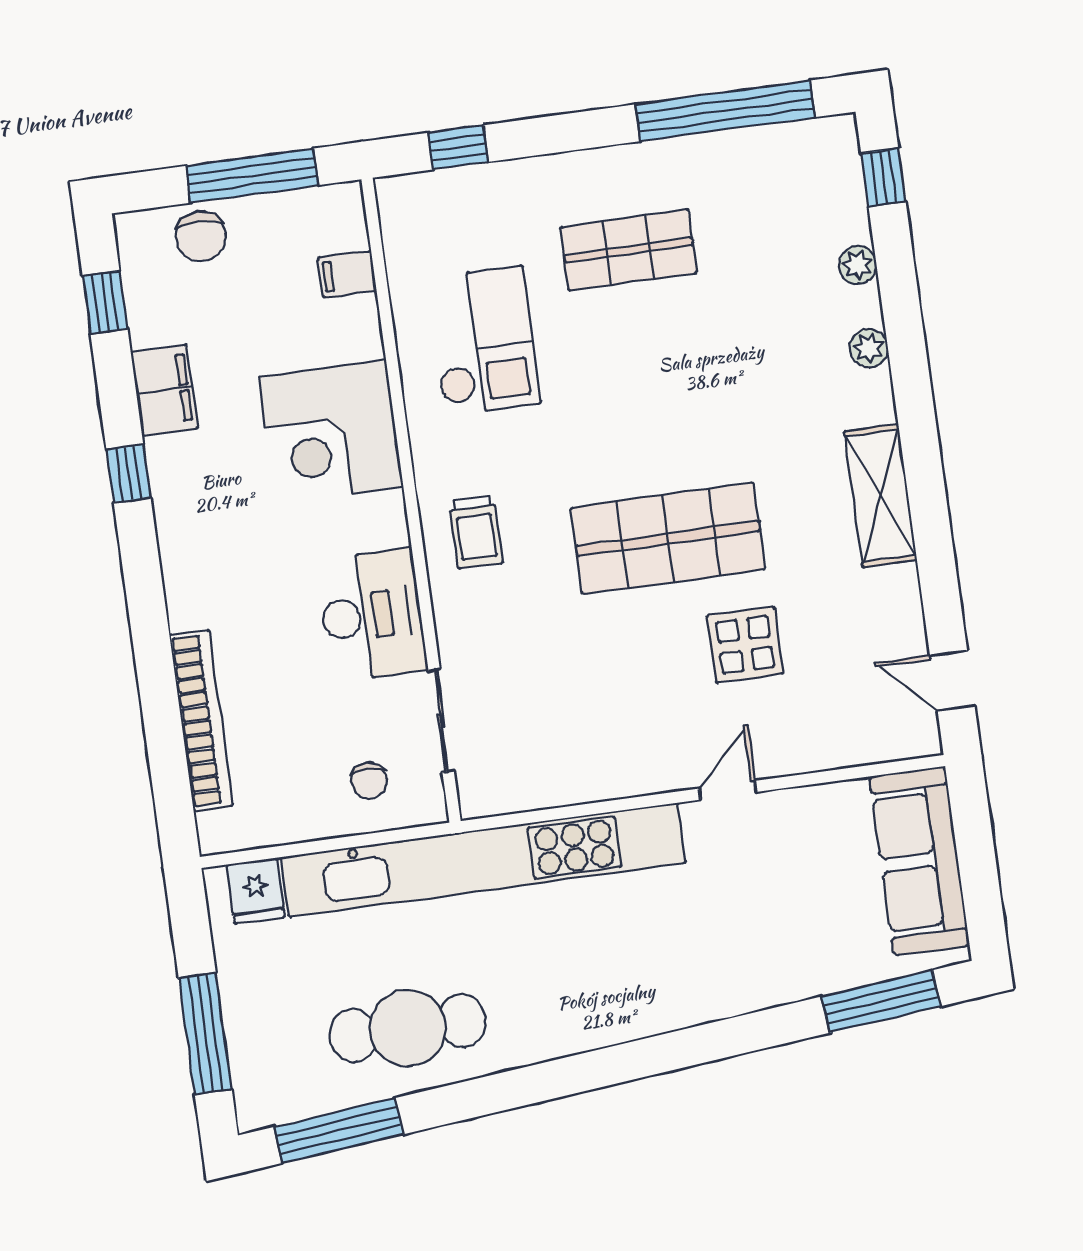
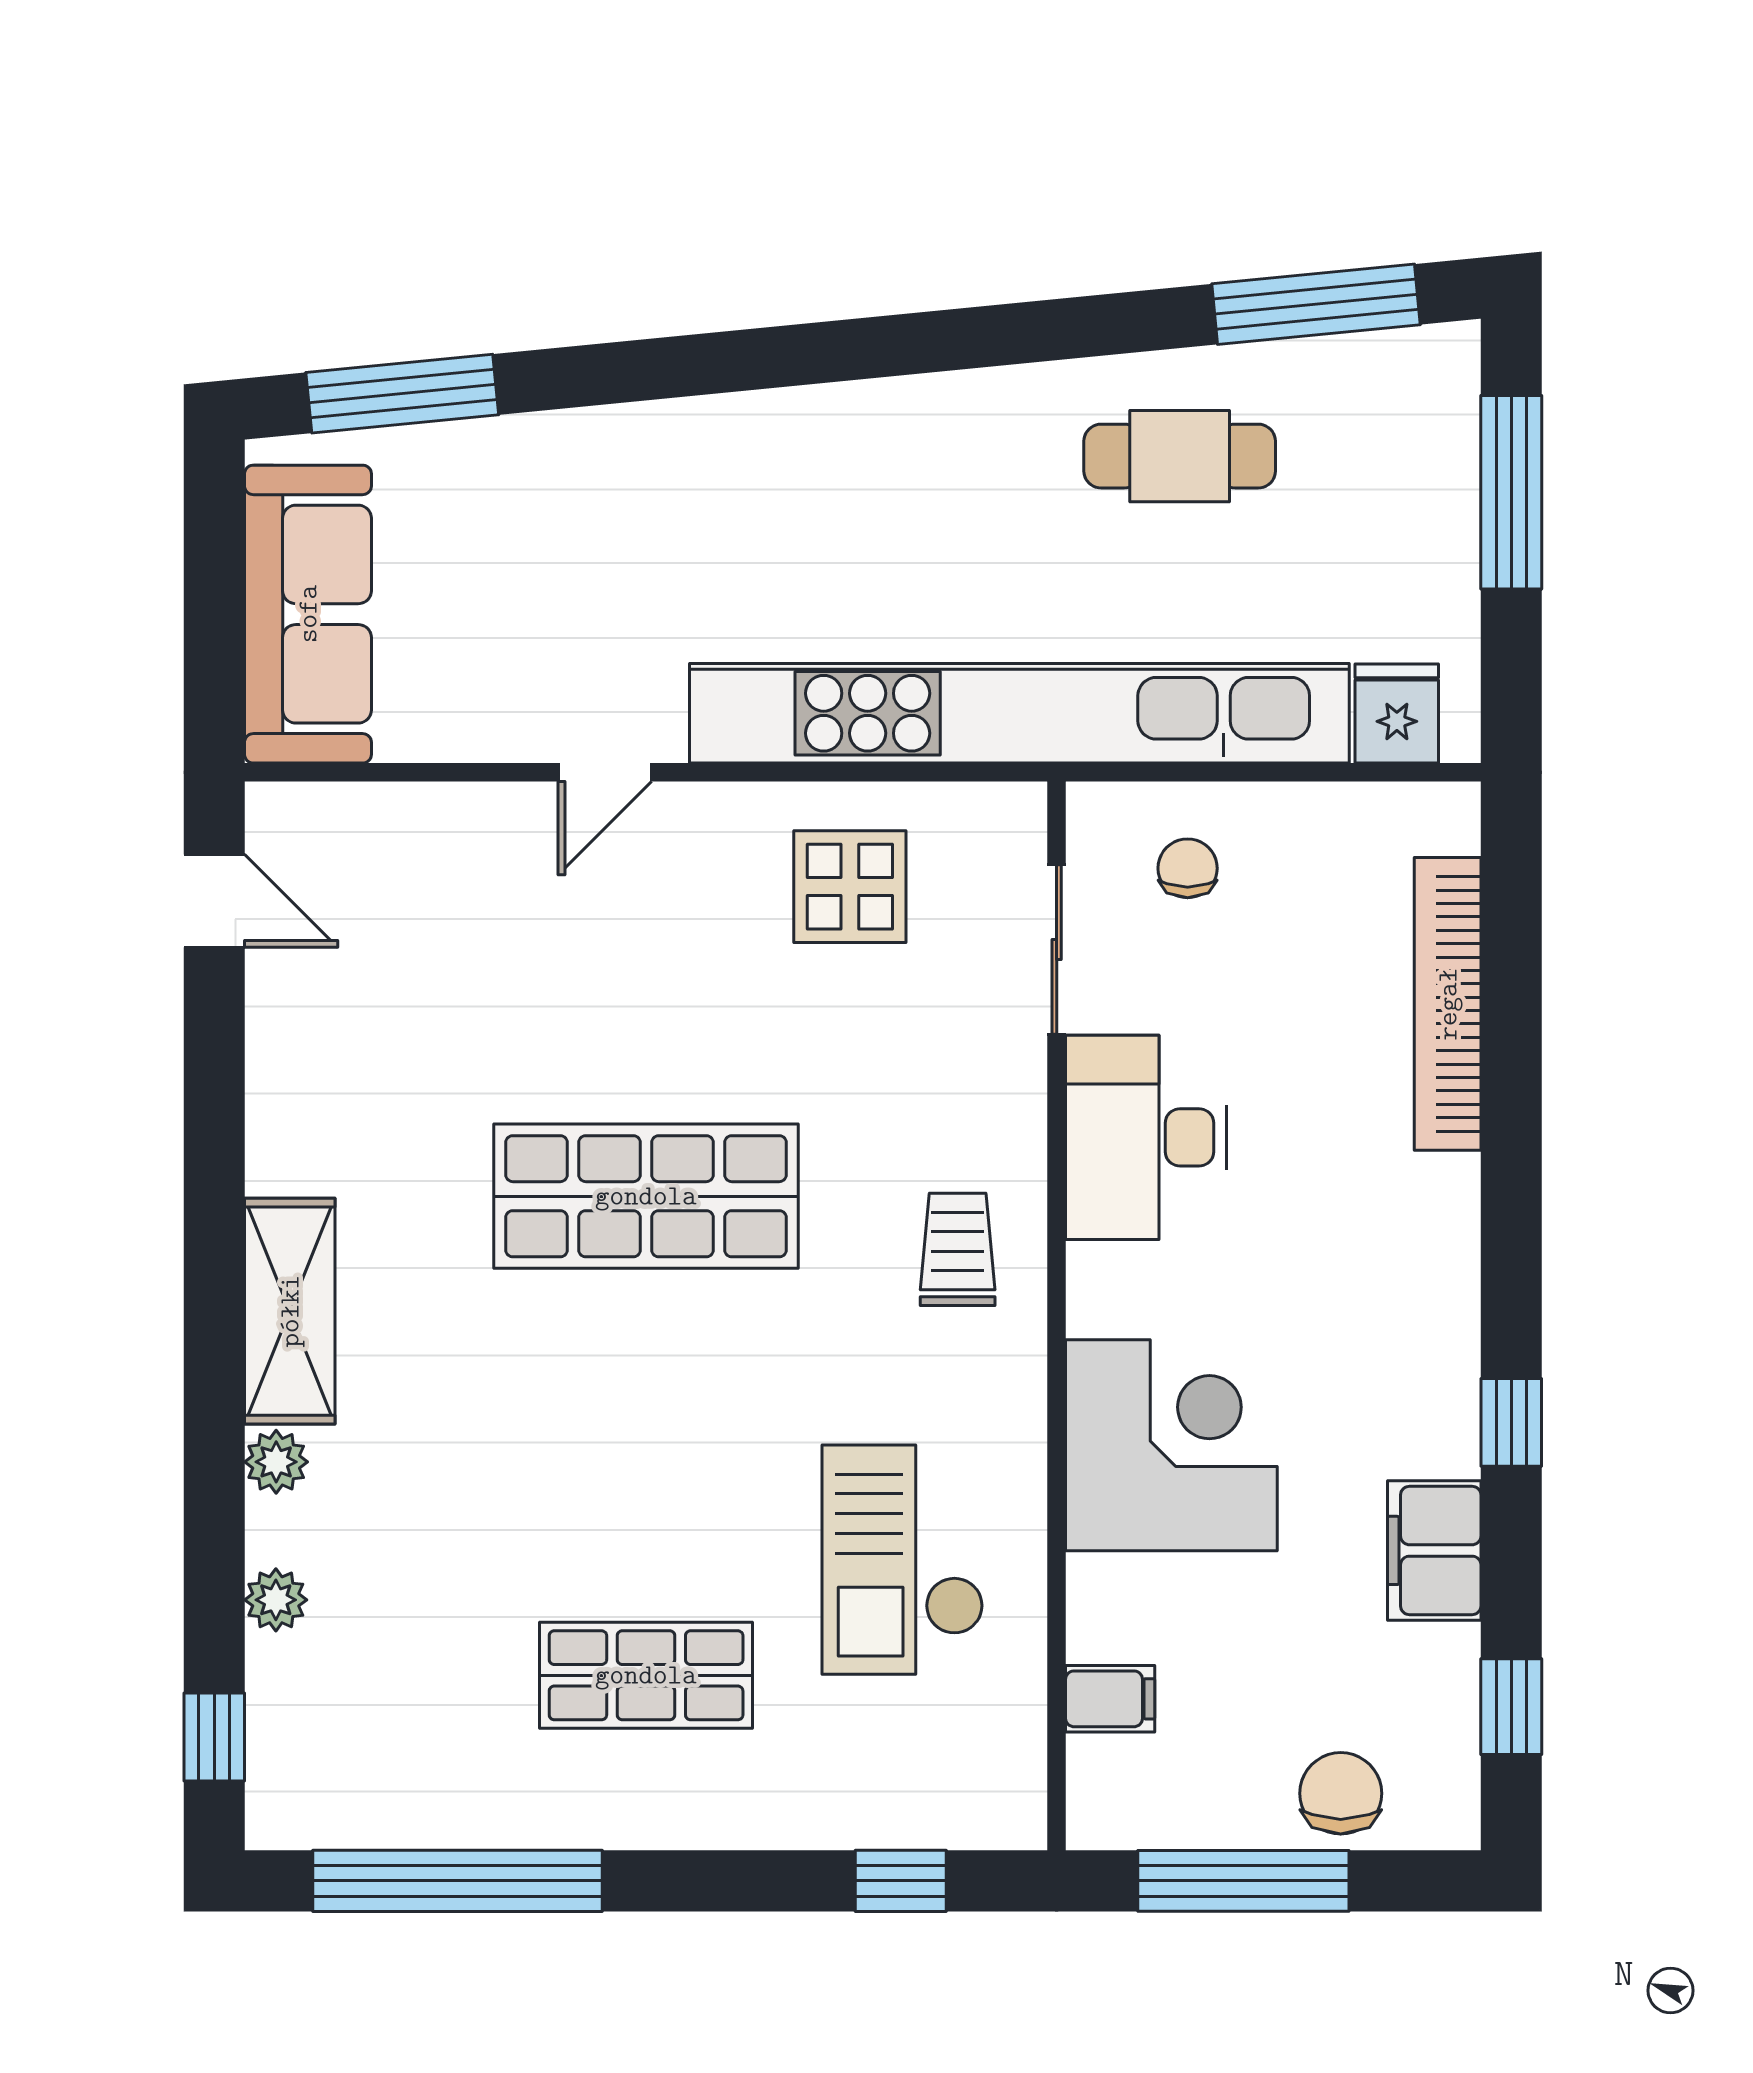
shelving: (881, 496) -> (290, 1311), moved
display table: (745, 645) -> (850, 887), moved
cafe table: (408, 1028) -> (1180, 456), width x0.73, depth x0.74

